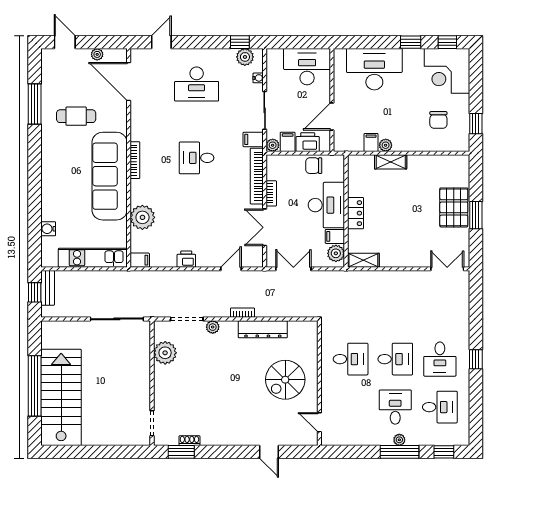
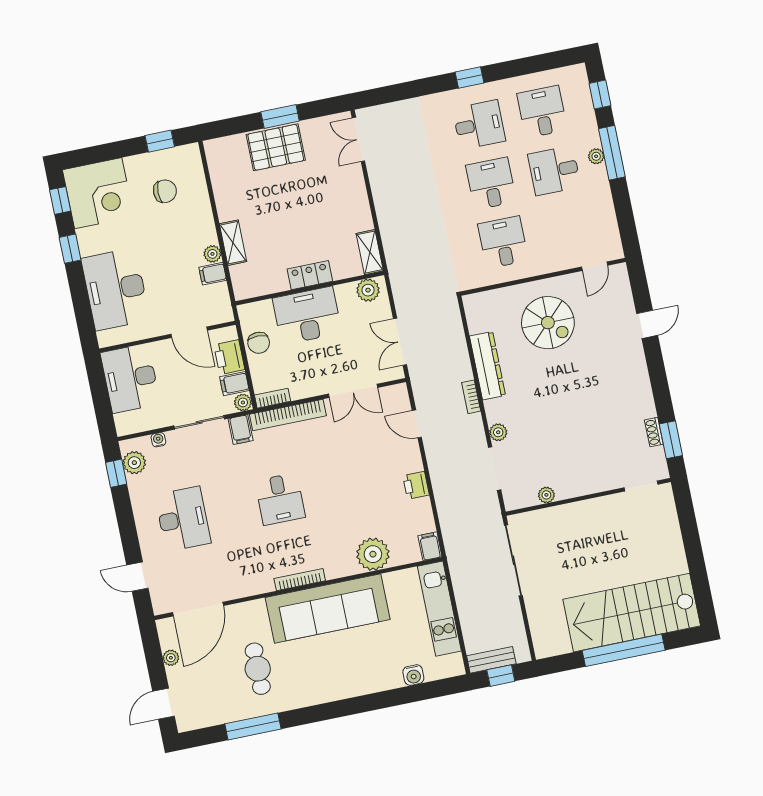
bookcase: (271, 193) -> (273, 398), moved
filing cabinet: (335, 236) -> (346, 296), removed
plant: (165, 353) -> (546, 495), width x0.53, depth x0.53

